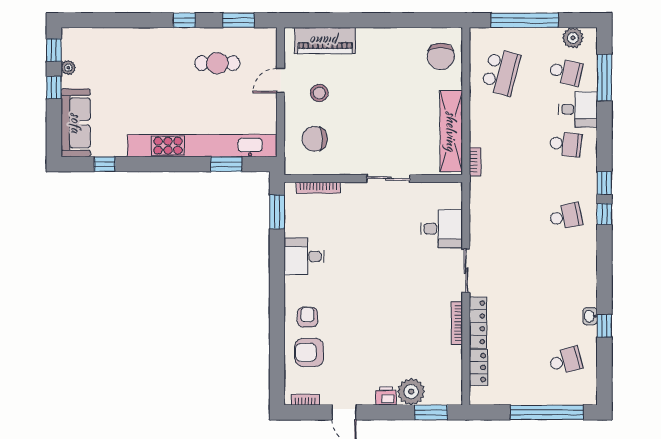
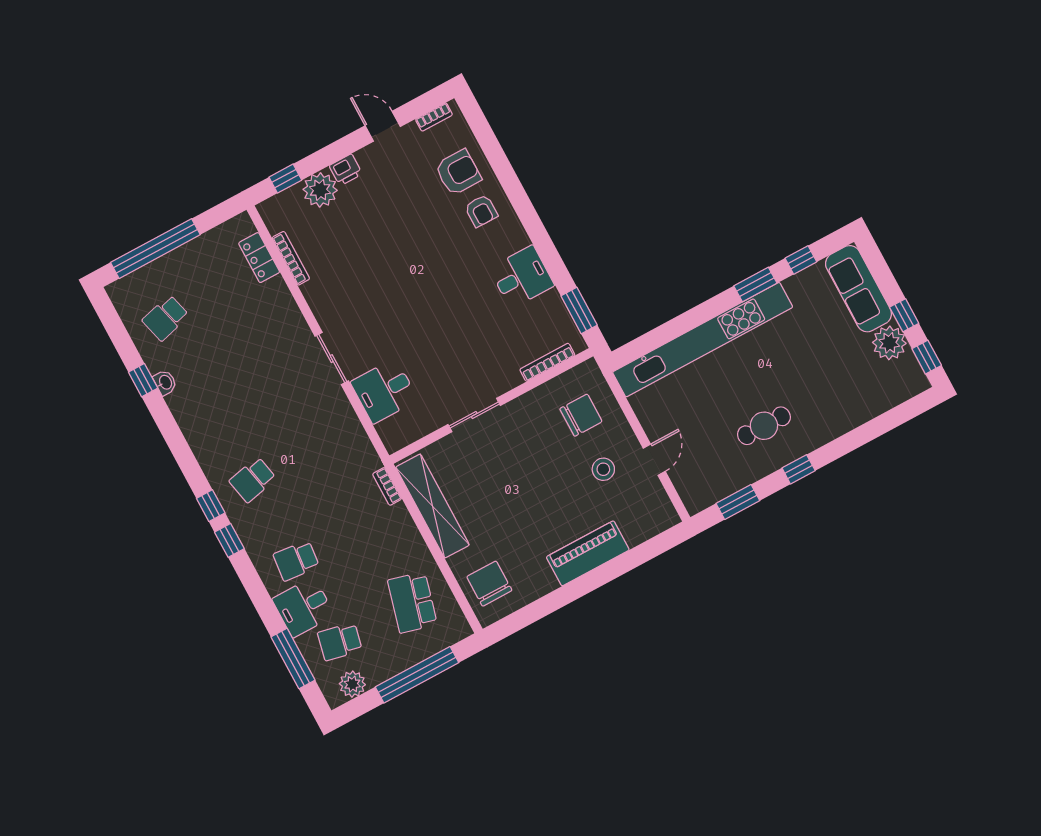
piano: (325, 41) -> (588, 553), moved
cafe table: (217, 63) -> (764, 426), moved
plant: (68, 68) -> (889, 343), width x1.88, depth x1.88
window: (226, 164) -> (755, 284), moved
locker: (478, 322) -> (287, 308), removed
bookcase: (457, 323) -> (291, 258), moved
window: (431, 412) -> (285, 179), width x0.67

